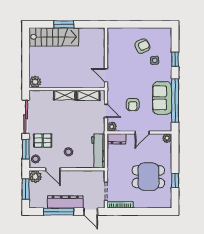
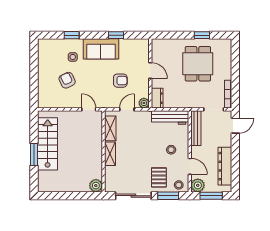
stairs: (54, 37) -> (48, 144), moved
armchair: (142, 46) -> (67, 80), moved
door: (106, 75) -> (89, 109), swing flipped
sofa: (162, 98) -> (101, 49), moved
window: (175, 101) -> (116, 35), width x0.32
plant: (167, 138) -> (156, 44), removed
door: (53, 169) -> (190, 166), hinge flipped
bench: (88, 175) -> (196, 128), added
dresser: (65, 202) -> (225, 166), moved
window: (59, 212) -> (235, 160), removed

